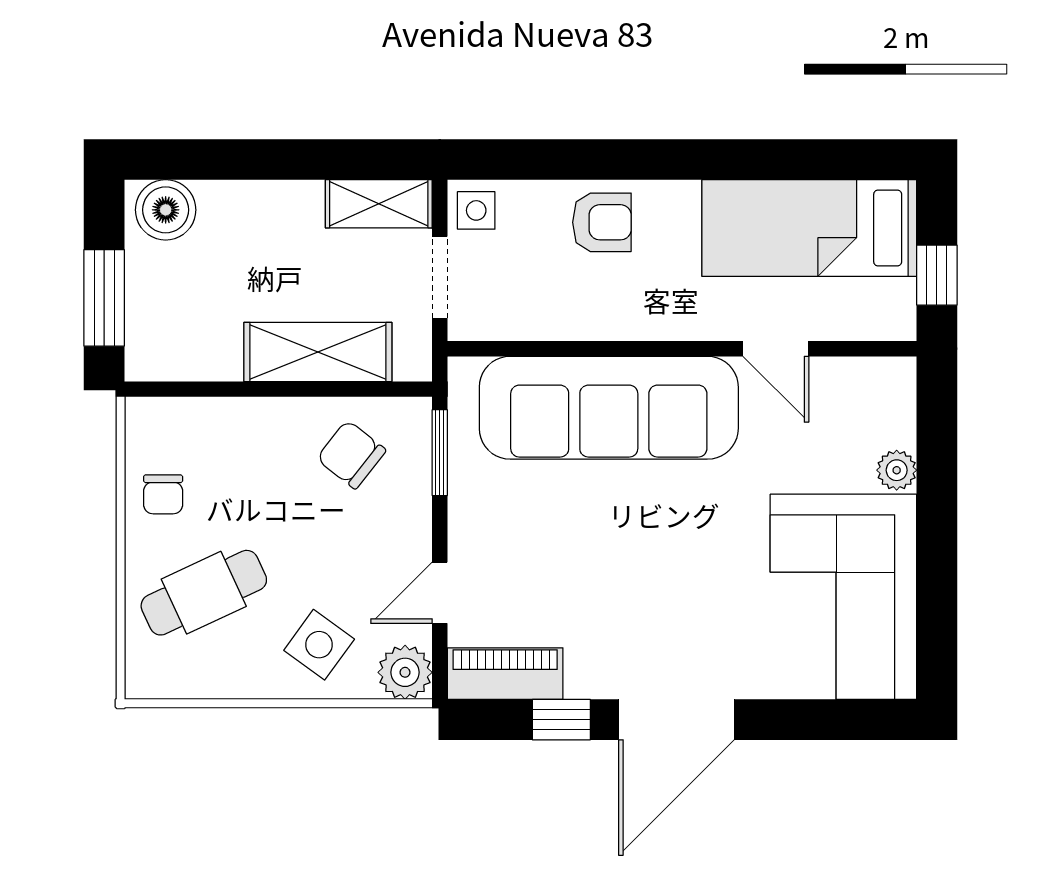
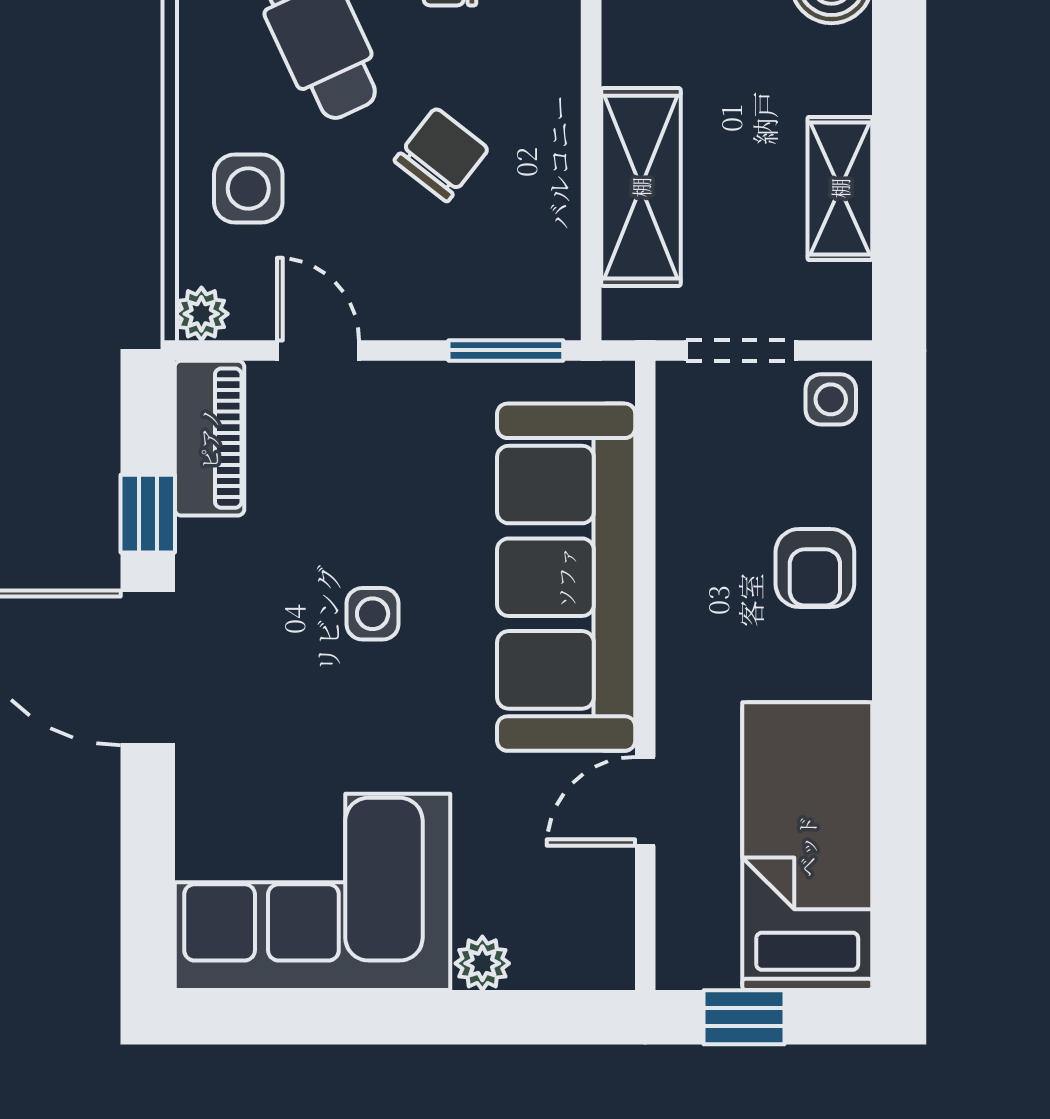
shelving: (379, 204) -> (840, 188), moved
chair: (351, 455) -> (441, 155), moved
side table: (636, 552) -> (373, 614), added
side table: (319, 645) -> (248, 189), turned -36
plant: (405, 672) -> (201, 314), width x0.73, depth x0.73

